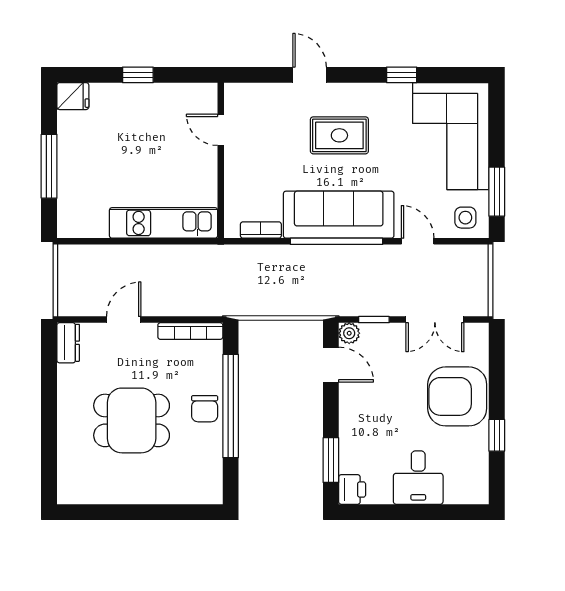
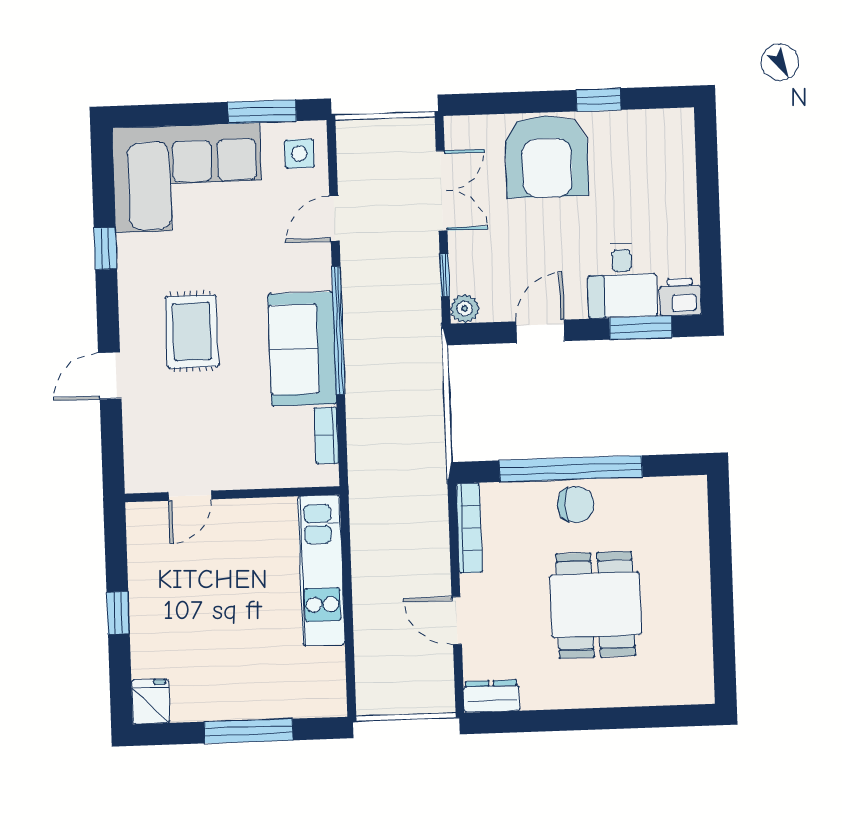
sofa: (339, 215) -> (302, 349), width x0.73
door: (331, 365) -> (540, 331), moved
desk: (418, 478) -> (622, 281), moved, turned 90

